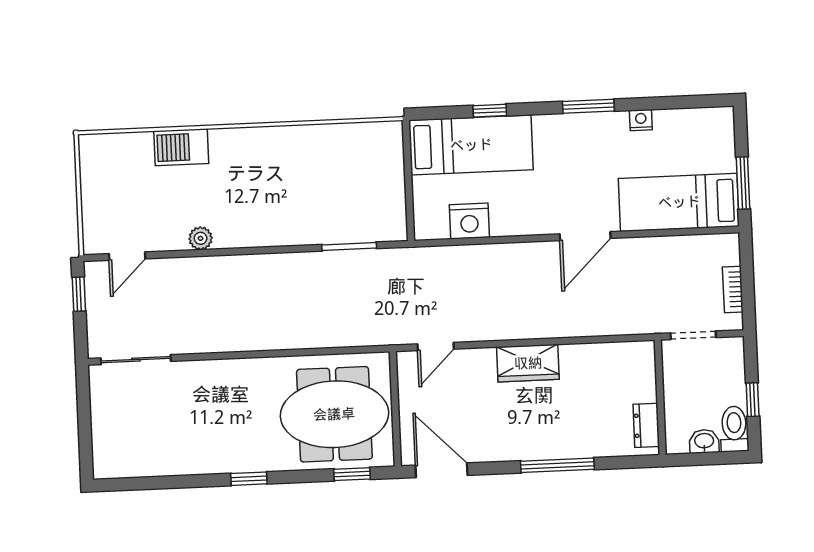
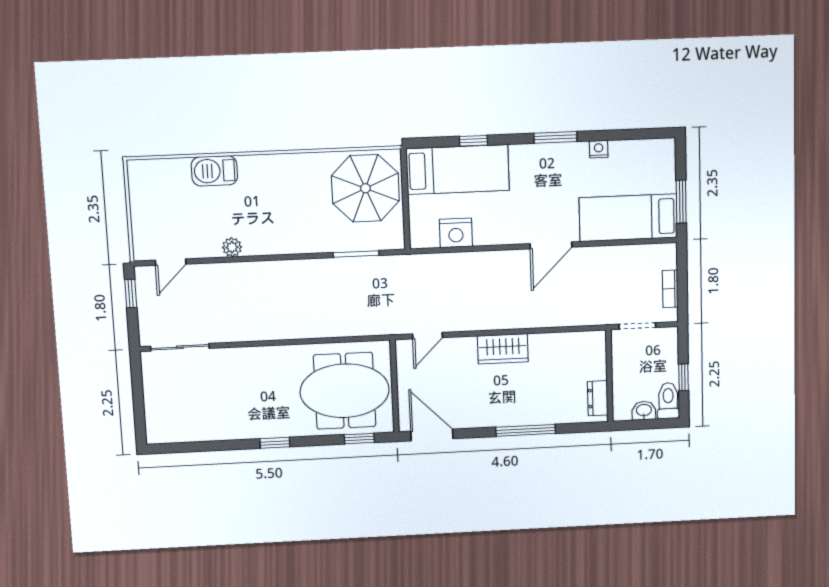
parasol: (361, 168) -> (365, 188), added

